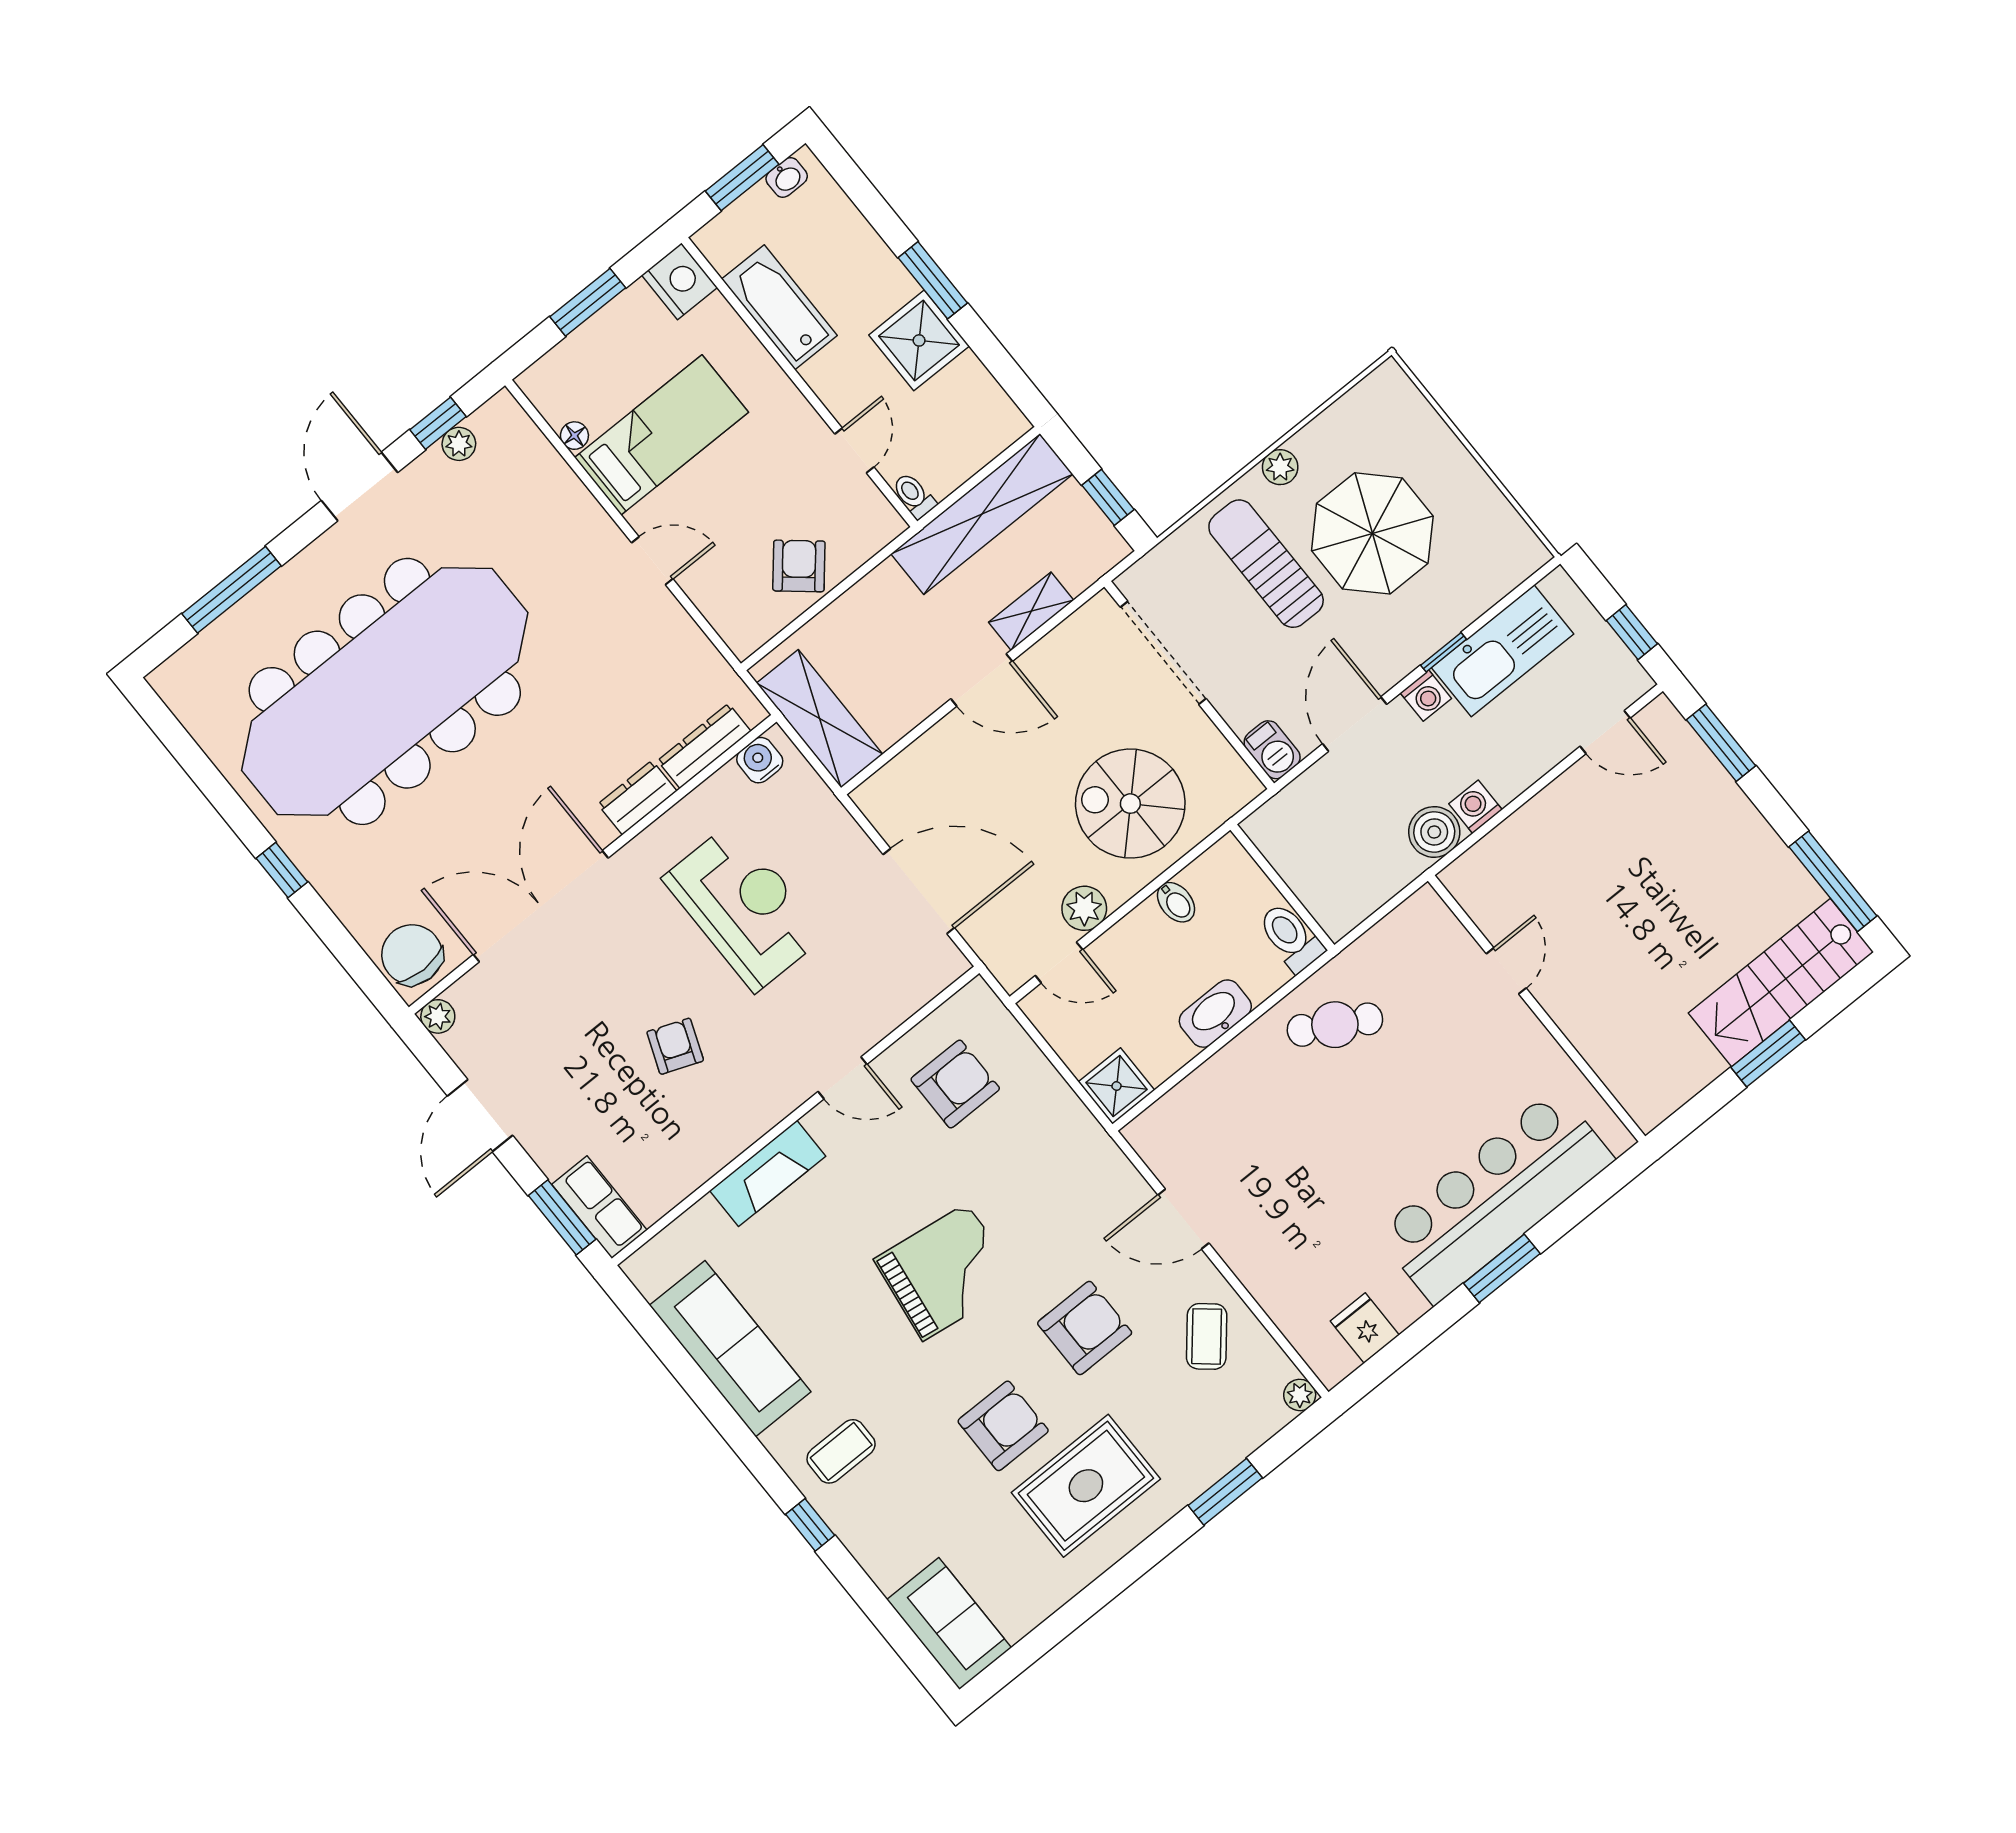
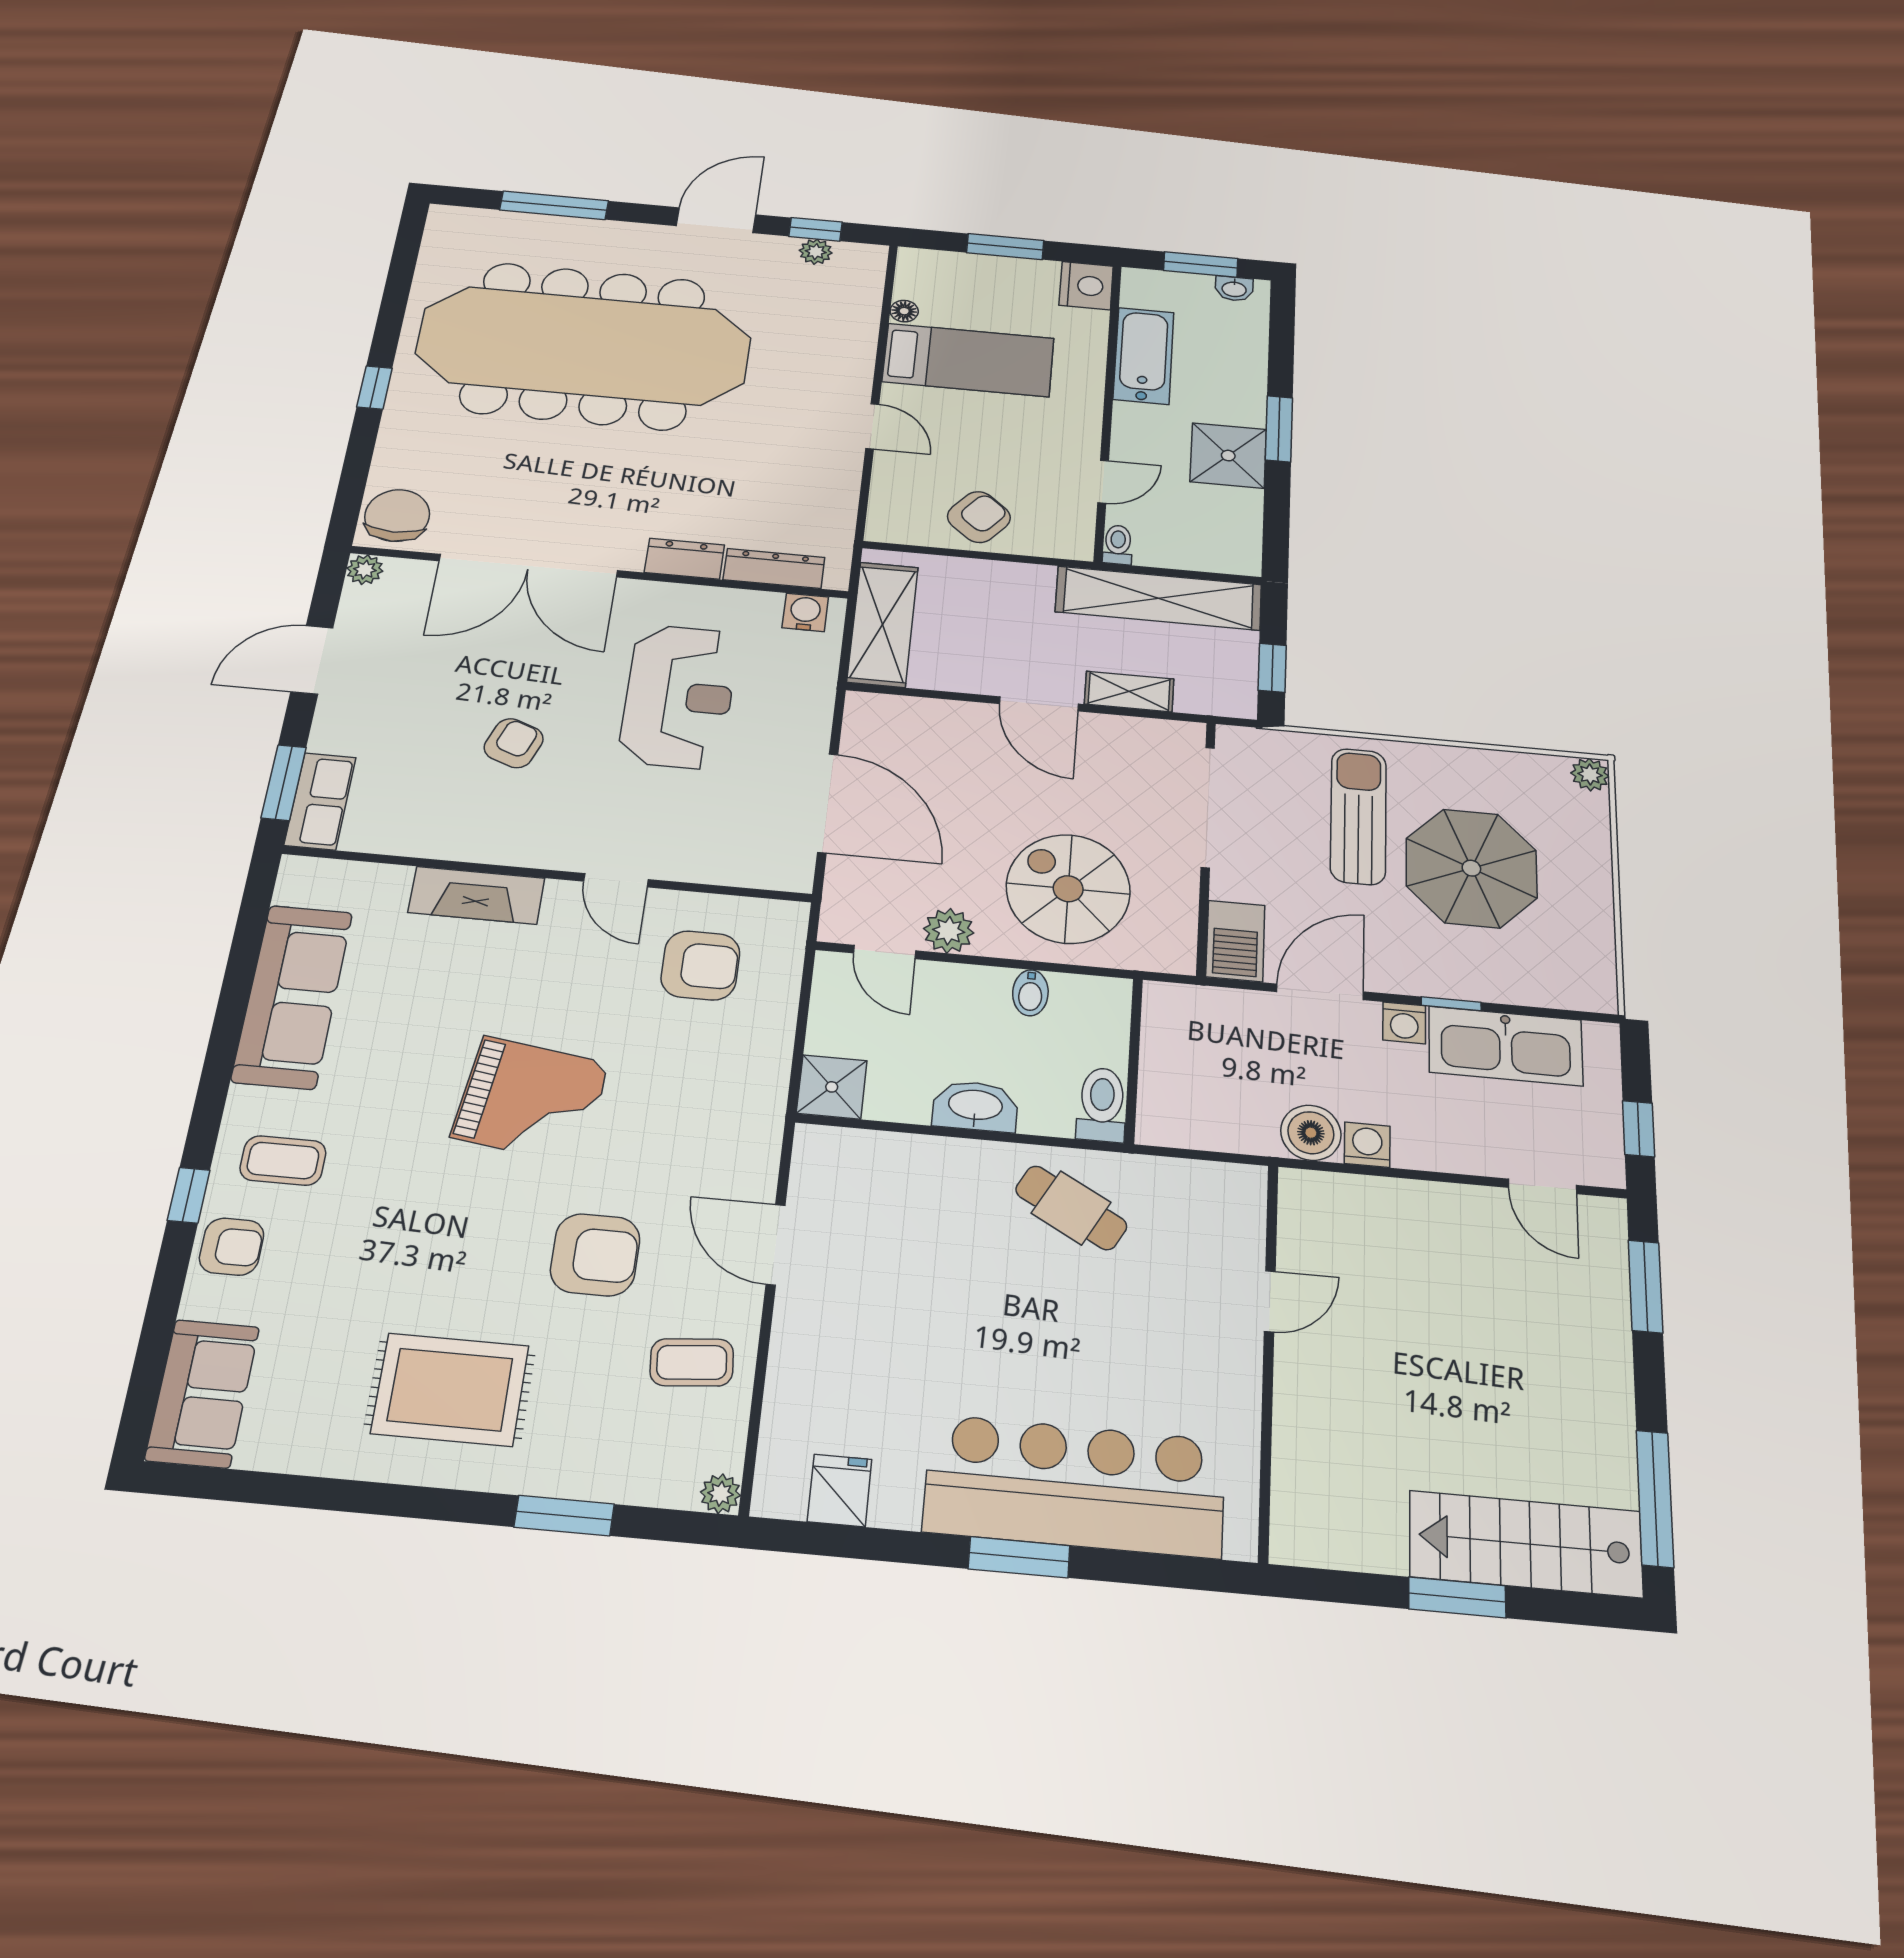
plant: (1280, 467) -> (1590, 775), moved
barbecue: (1272, 750) -> (1235, 941), width x1.38, depth x1.27
double door: (541, 906) -> (528, 566), swing flipped
coffee table: (1207, 1336) -> (692, 1362), turned 45
armchair: (1003, 1426) -> (232, 1247), moved, width x0.72, depth x0.72

